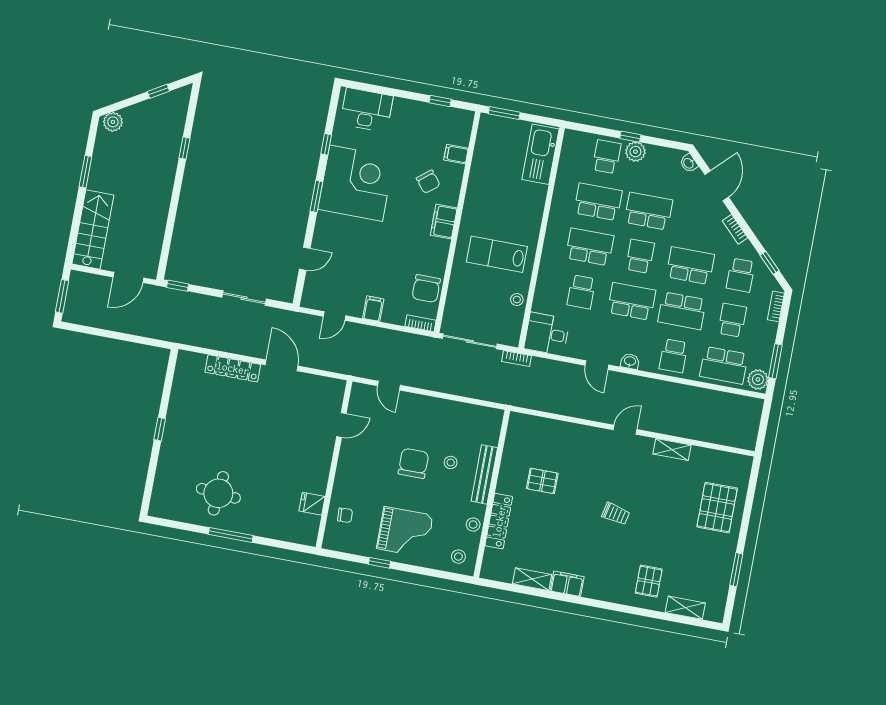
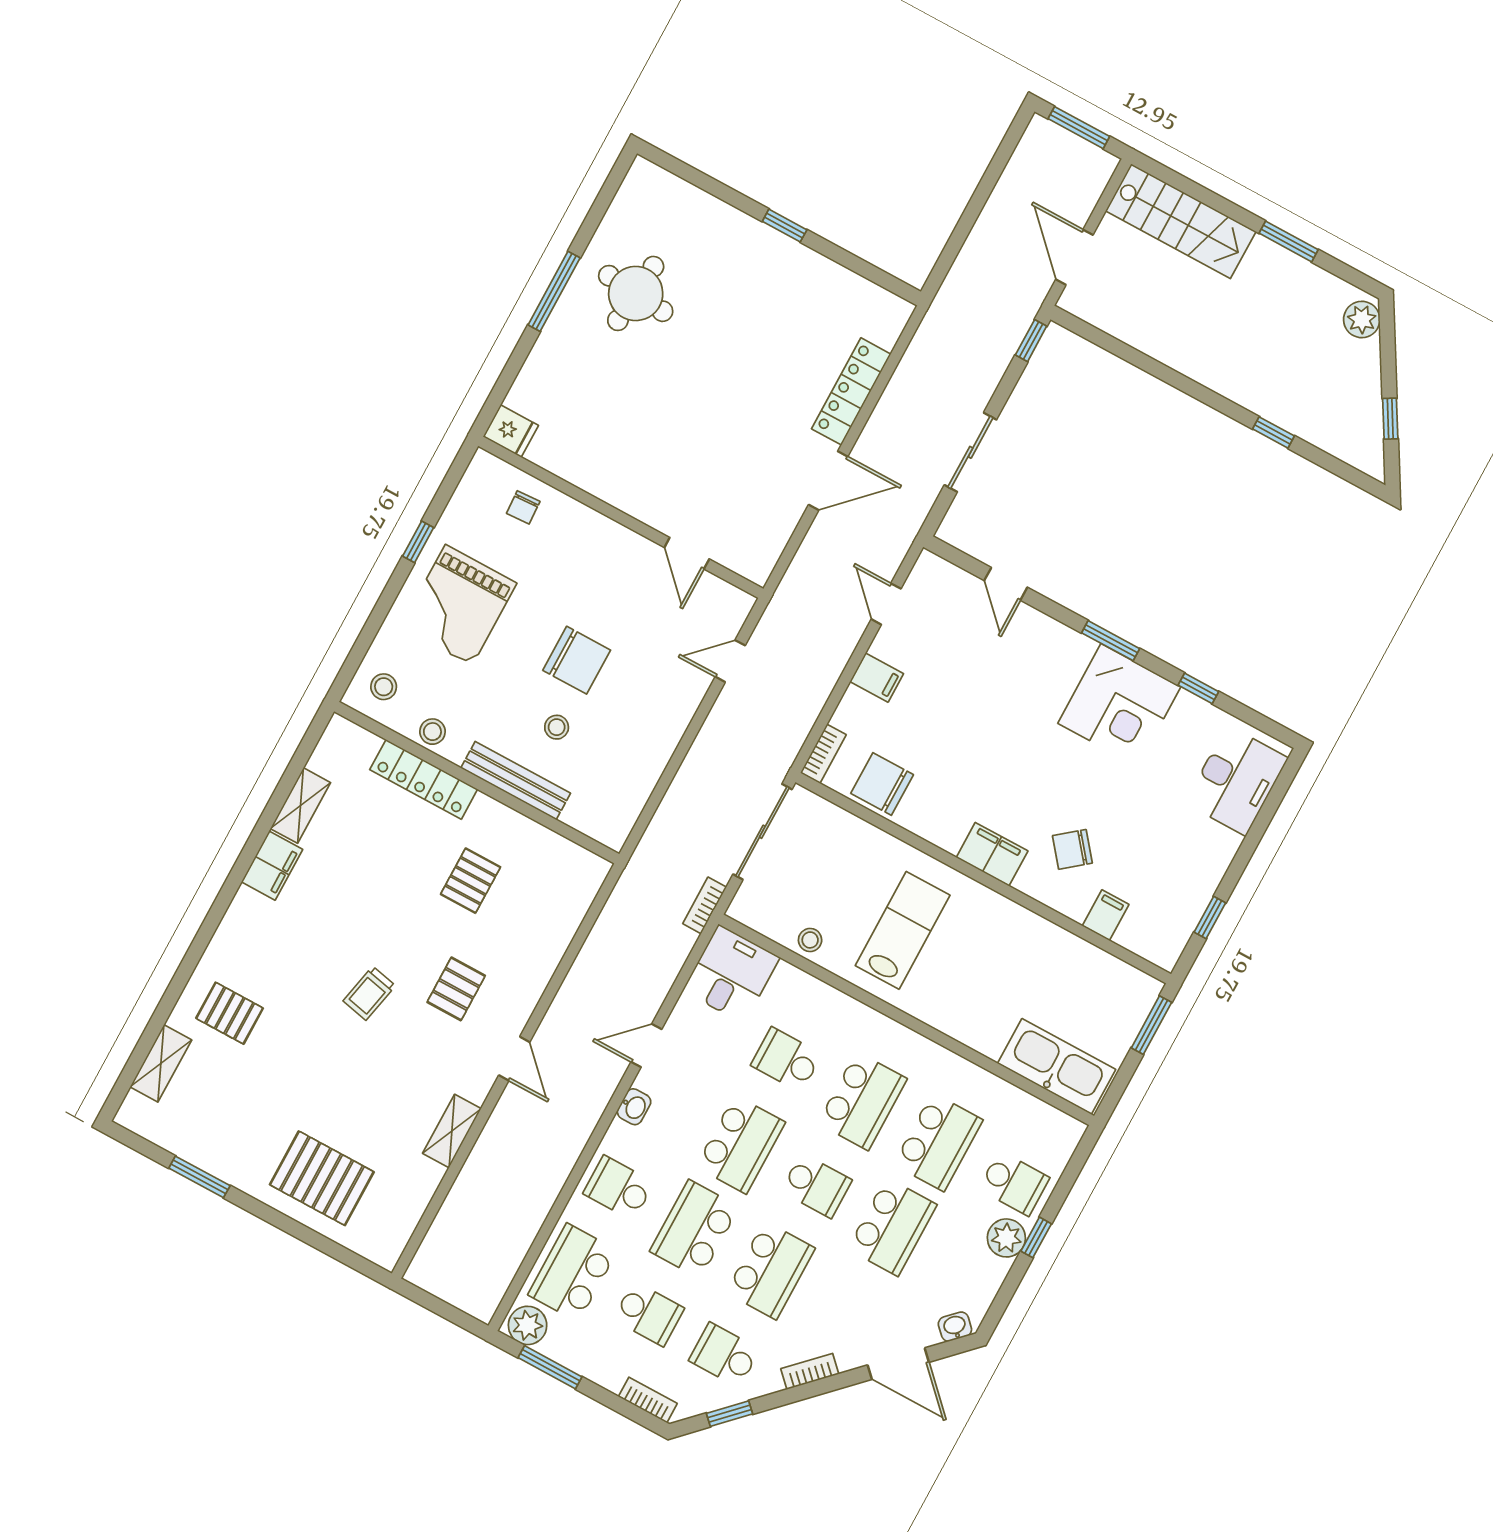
corner desk: (356, 183) -> (1119, 705), width x0.74, depth x0.74
pallet: (599, 471) -> (456, 989), added
fridge: (312, 504) -> (511, 431), moved, turned 90

